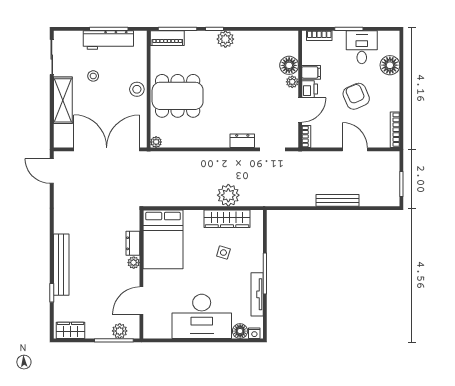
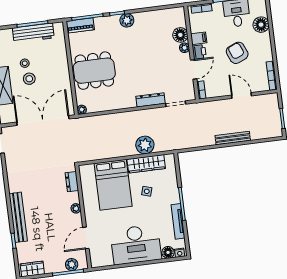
stool: (137, 89) -> (29, 79), moved
dresser: (242, 141) -> (151, 100), width x1.44
bed: (163, 239) -> (113, 185), moved
dresser: (133, 243) -> (72, 182), moved

